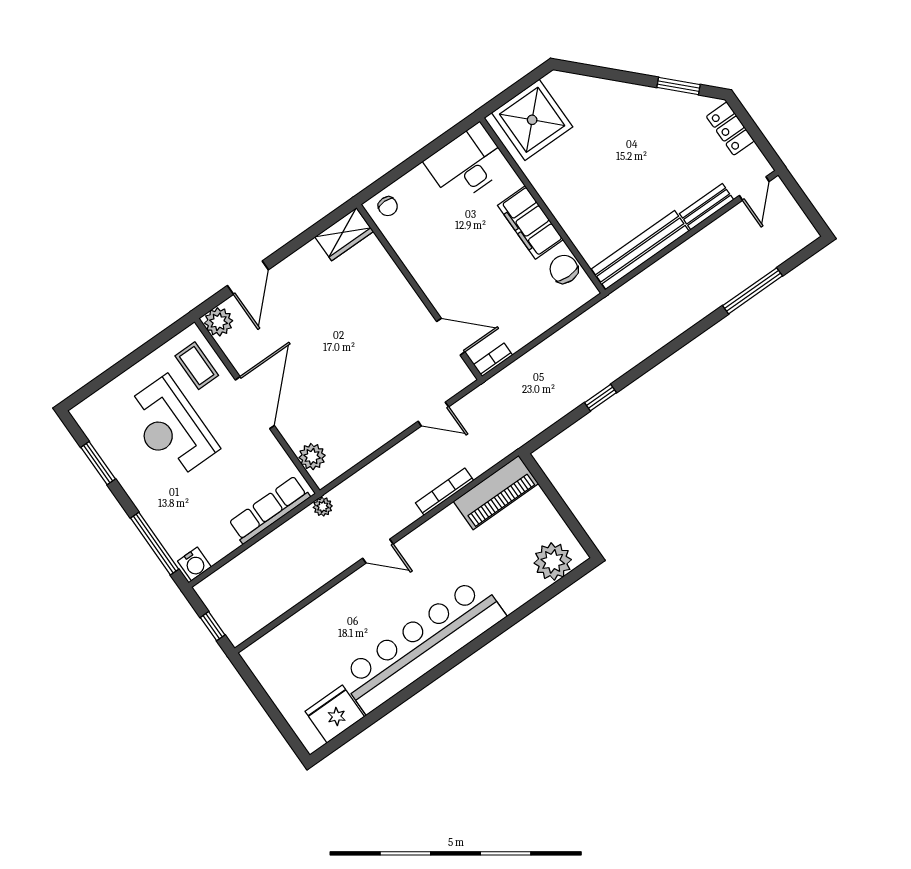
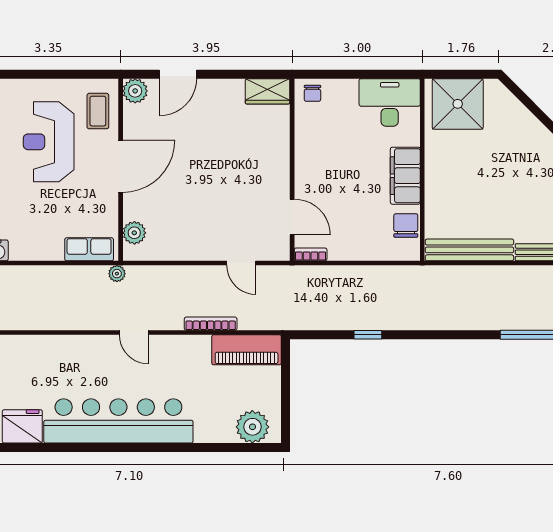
row of seats: (269, 510) -> (89, 249), width x0.68

